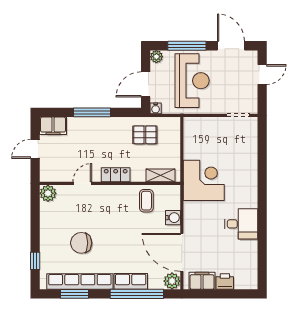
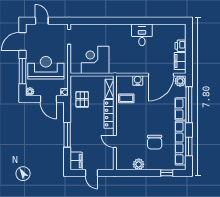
locker: (116, 175) -> (109, 114), width x1.53
corner desk: (204, 180) -> (95, 60), moved
plant: (48, 193) -> (139, 164), moved

